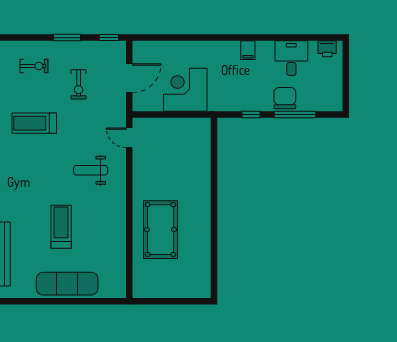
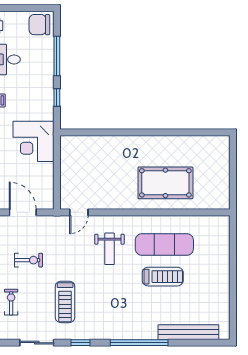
corner desk: (185, 90) -> (34, 141), moved
chair: (285, 98) -> (39, 25), moved
treadmill: (61, 227) -> (163, 277), turned 180
exercise mat: (67, 284) -> (164, 245), moved, turned 90

